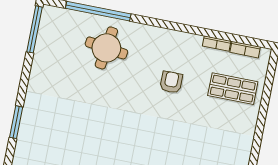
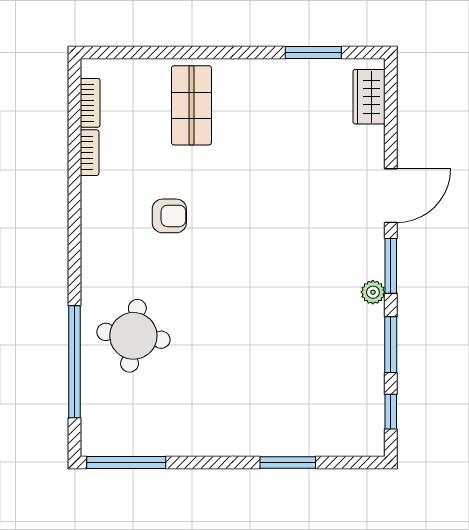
armchair: (171, 82) -> (169, 216), turned 180
shop shelf: (233, 89) -> (191, 105), moved

